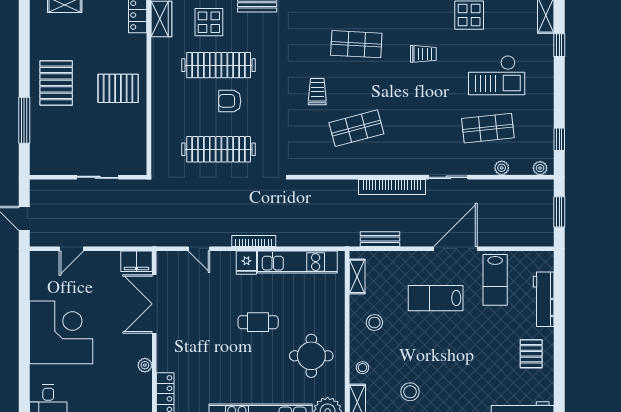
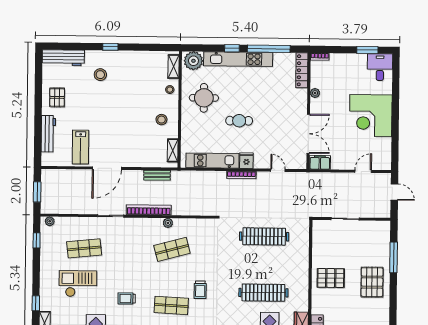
trolley: (317, 92) -> (200, 290), moved
armchair: (230, 101) -> (256, 269), removed
plant: (502, 168) -> (168, 223), moved
lab bench: (495, 280) -> (81, 147), turned 180
lab bench: (436, 298) -> (120, 135), removed
stool: (410, 392) -> (100, 75), moved

